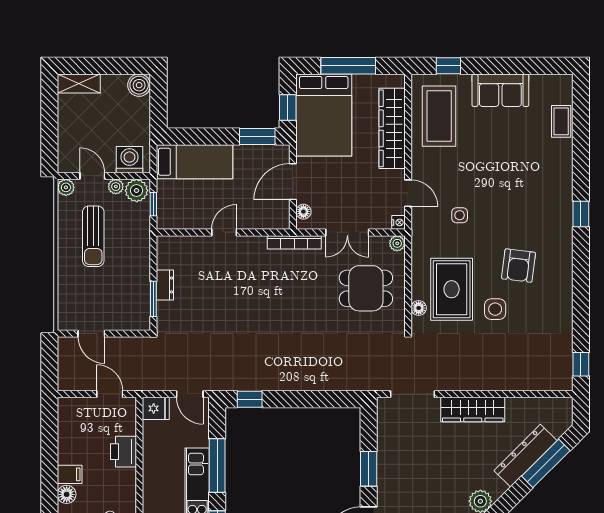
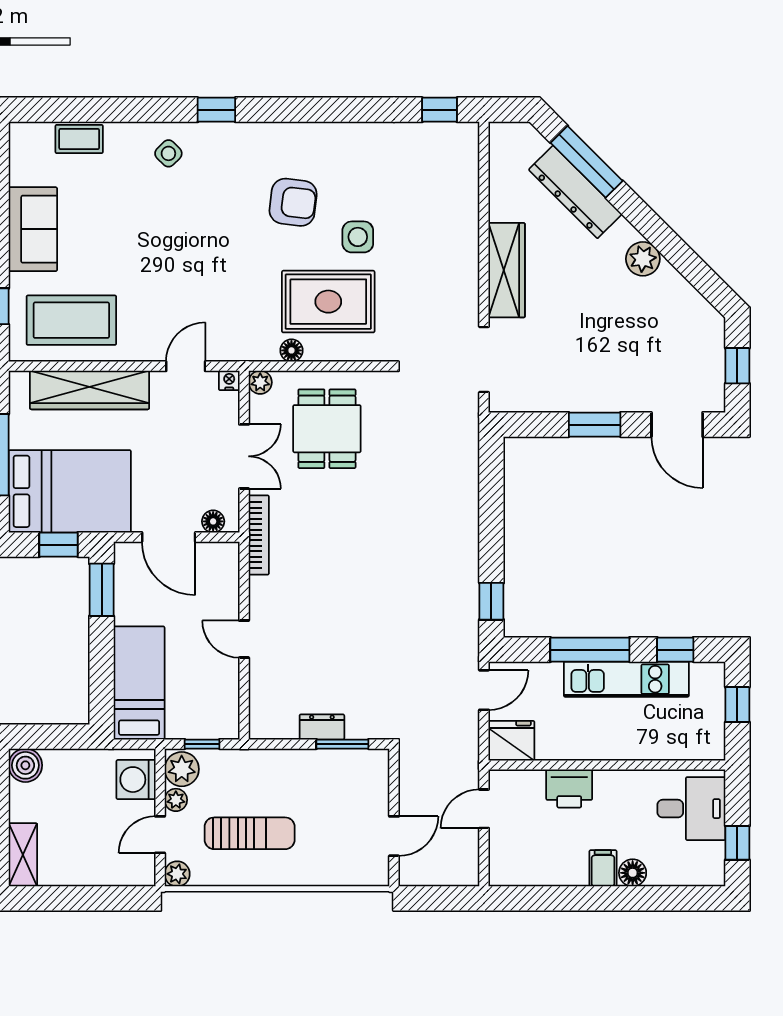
side table: (460, 215) -> (168, 153), moved, turned 45
floor lamp: (419, 308) -> (291, 350), moved
fridge: (156, 408) -> (511, 741), width x1.38

